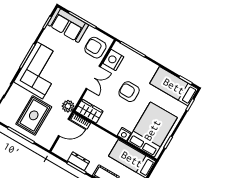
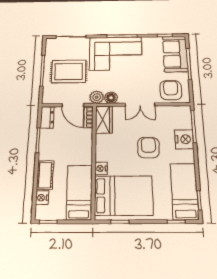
nightstand: (113, 60) -> (184, 139), moved, turned 90
floor lamp: (75, 96) -> (111, 98), added
dresser: (78, 161) -> (47, 117), moved

